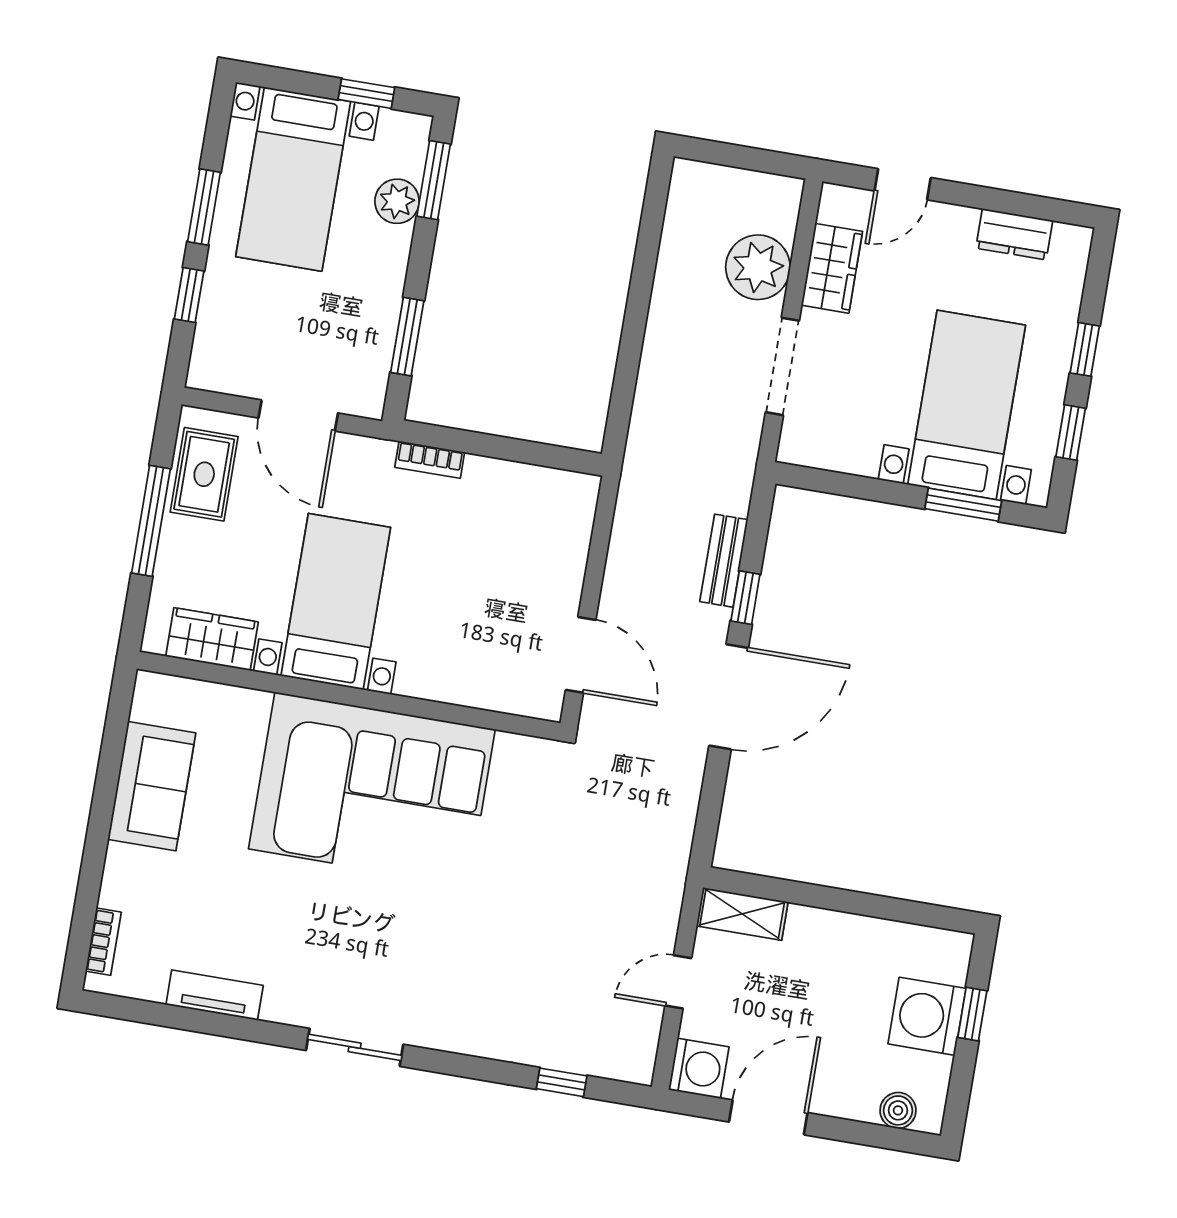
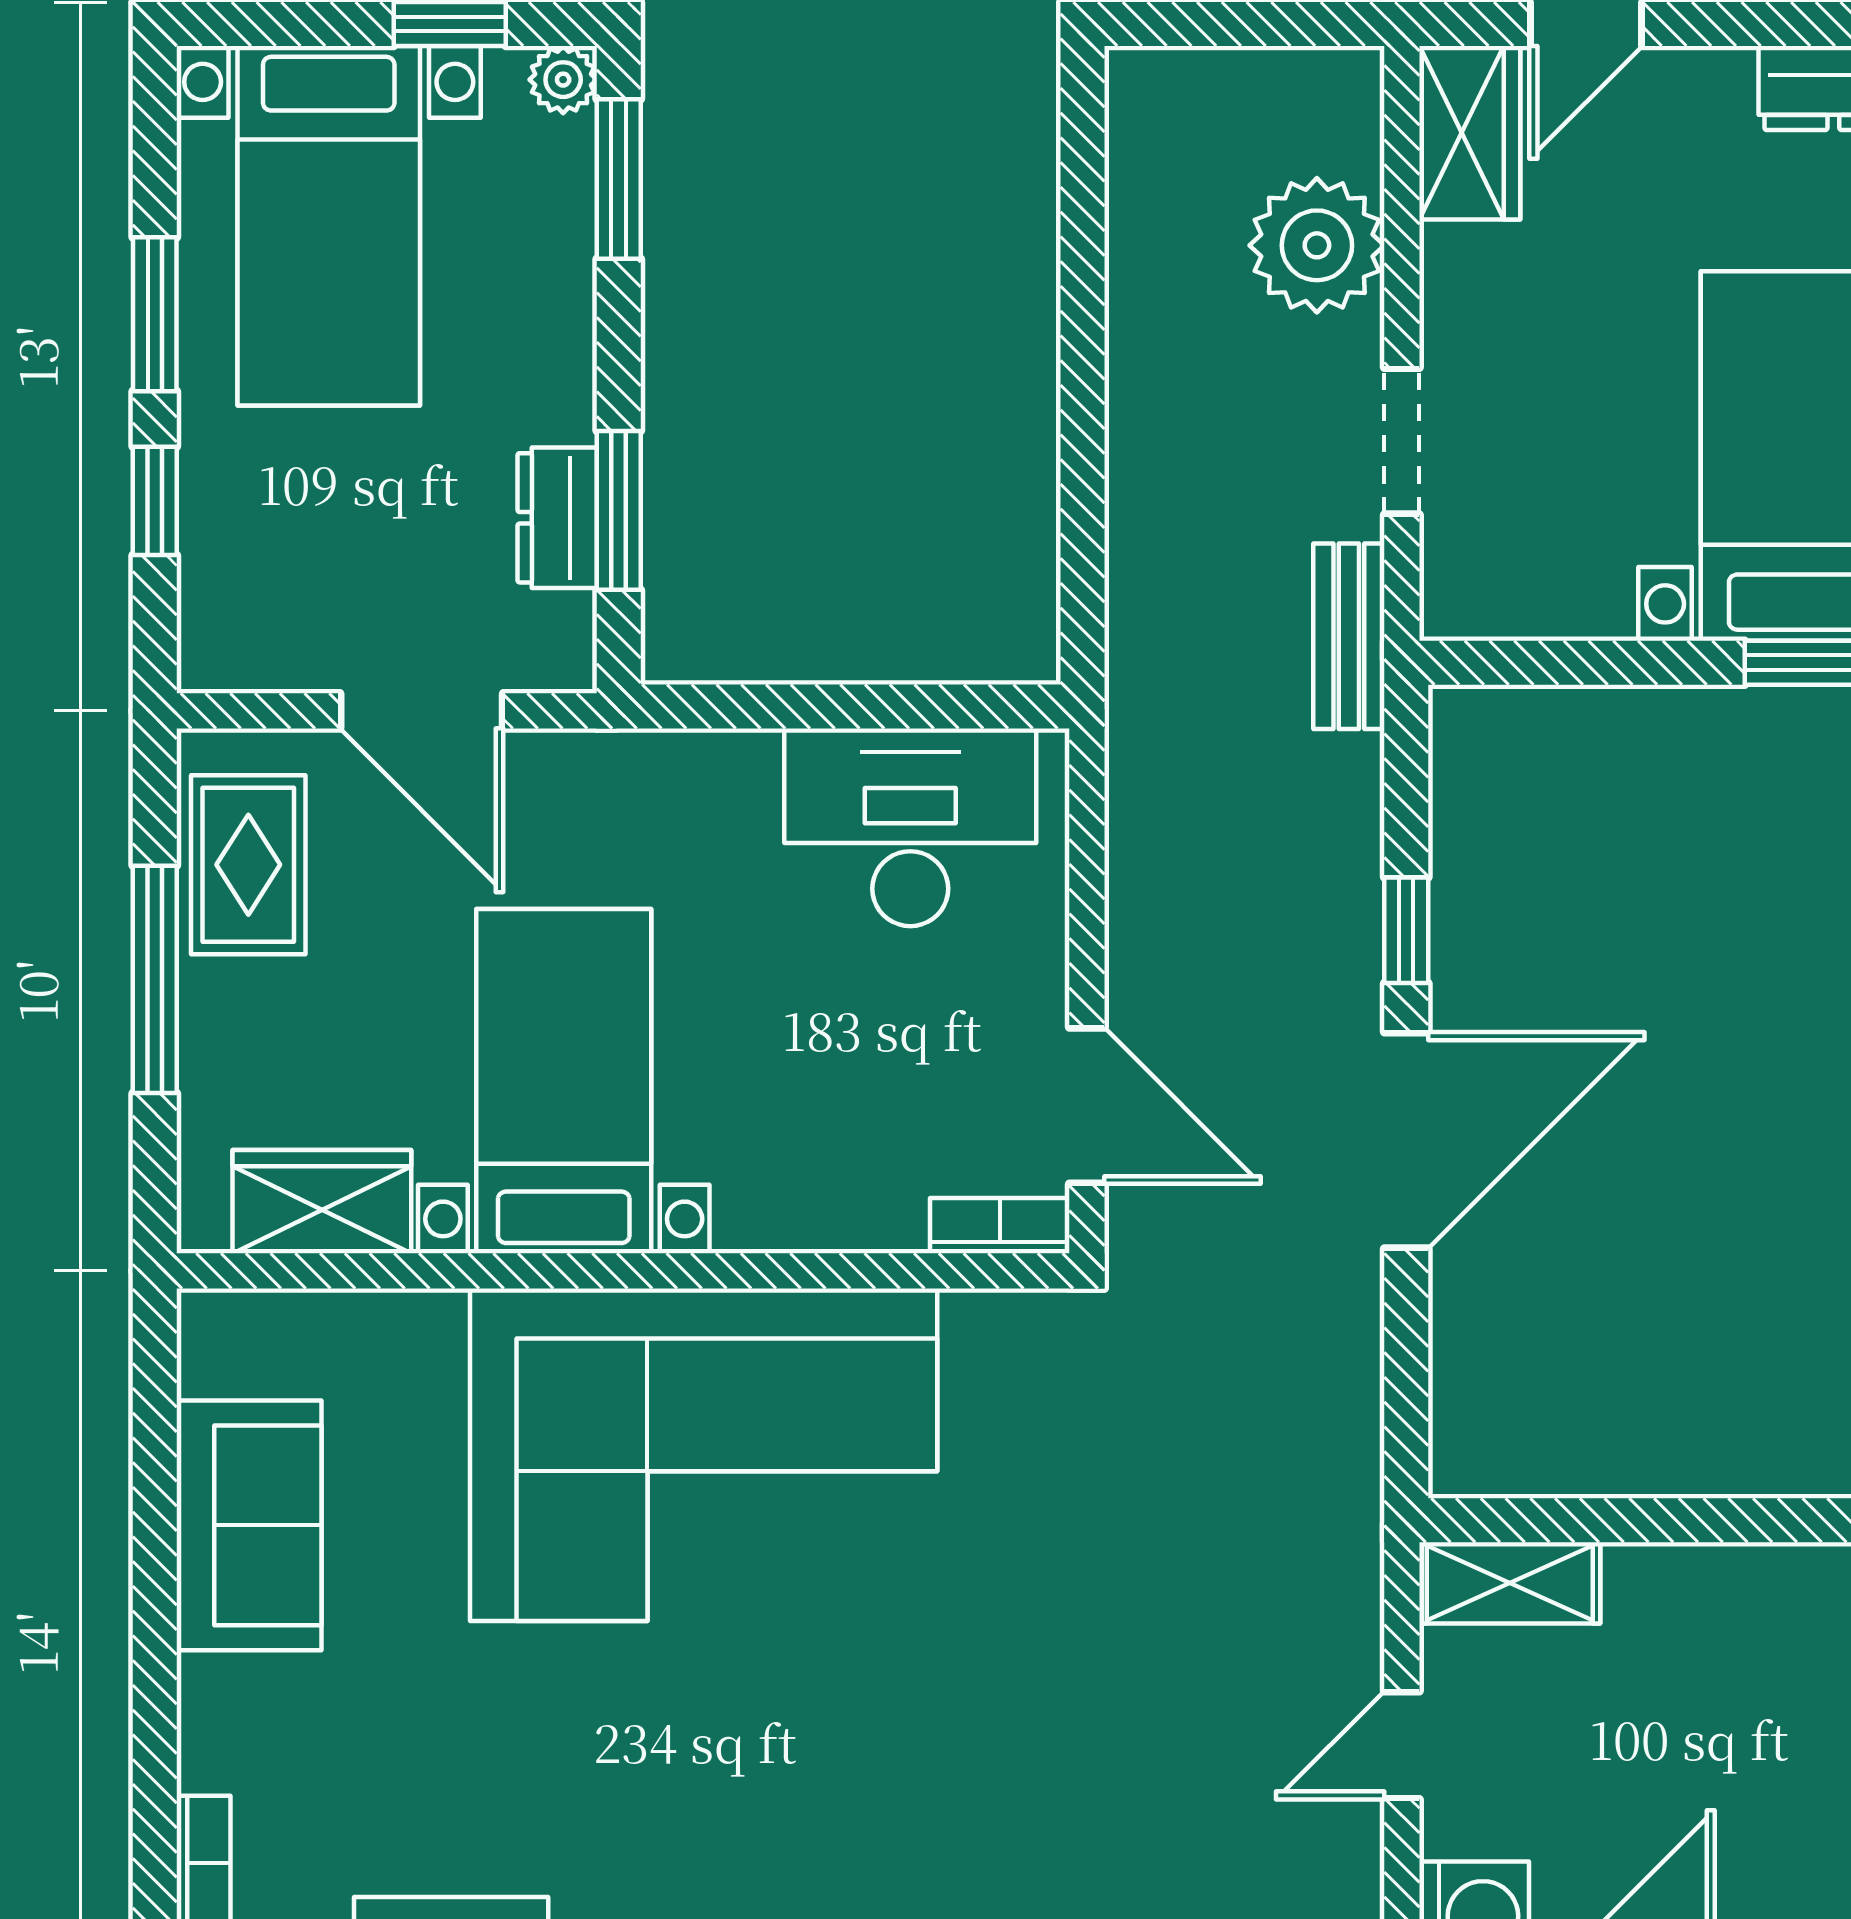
plant: (397, 201) -> (563, 80), moved, width x0.73, depth x0.73
wardrobe: (832, 268) -> (1470, 133), moved
dresser: (378, 335) -> (557, 518), added
doorway: (782, 366) -> (1402, 441), width x0.73
bookcase: (430, 460) -> (1000, 1226), moved, turned 180
desk: (520, 509) -> (910, 827), added
bench: (724, 561) -> (1349, 636), moved

